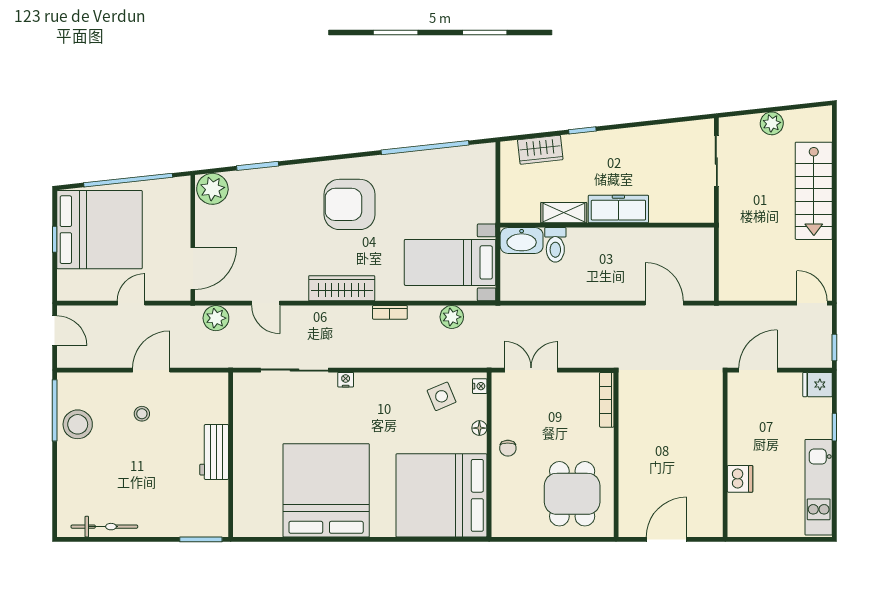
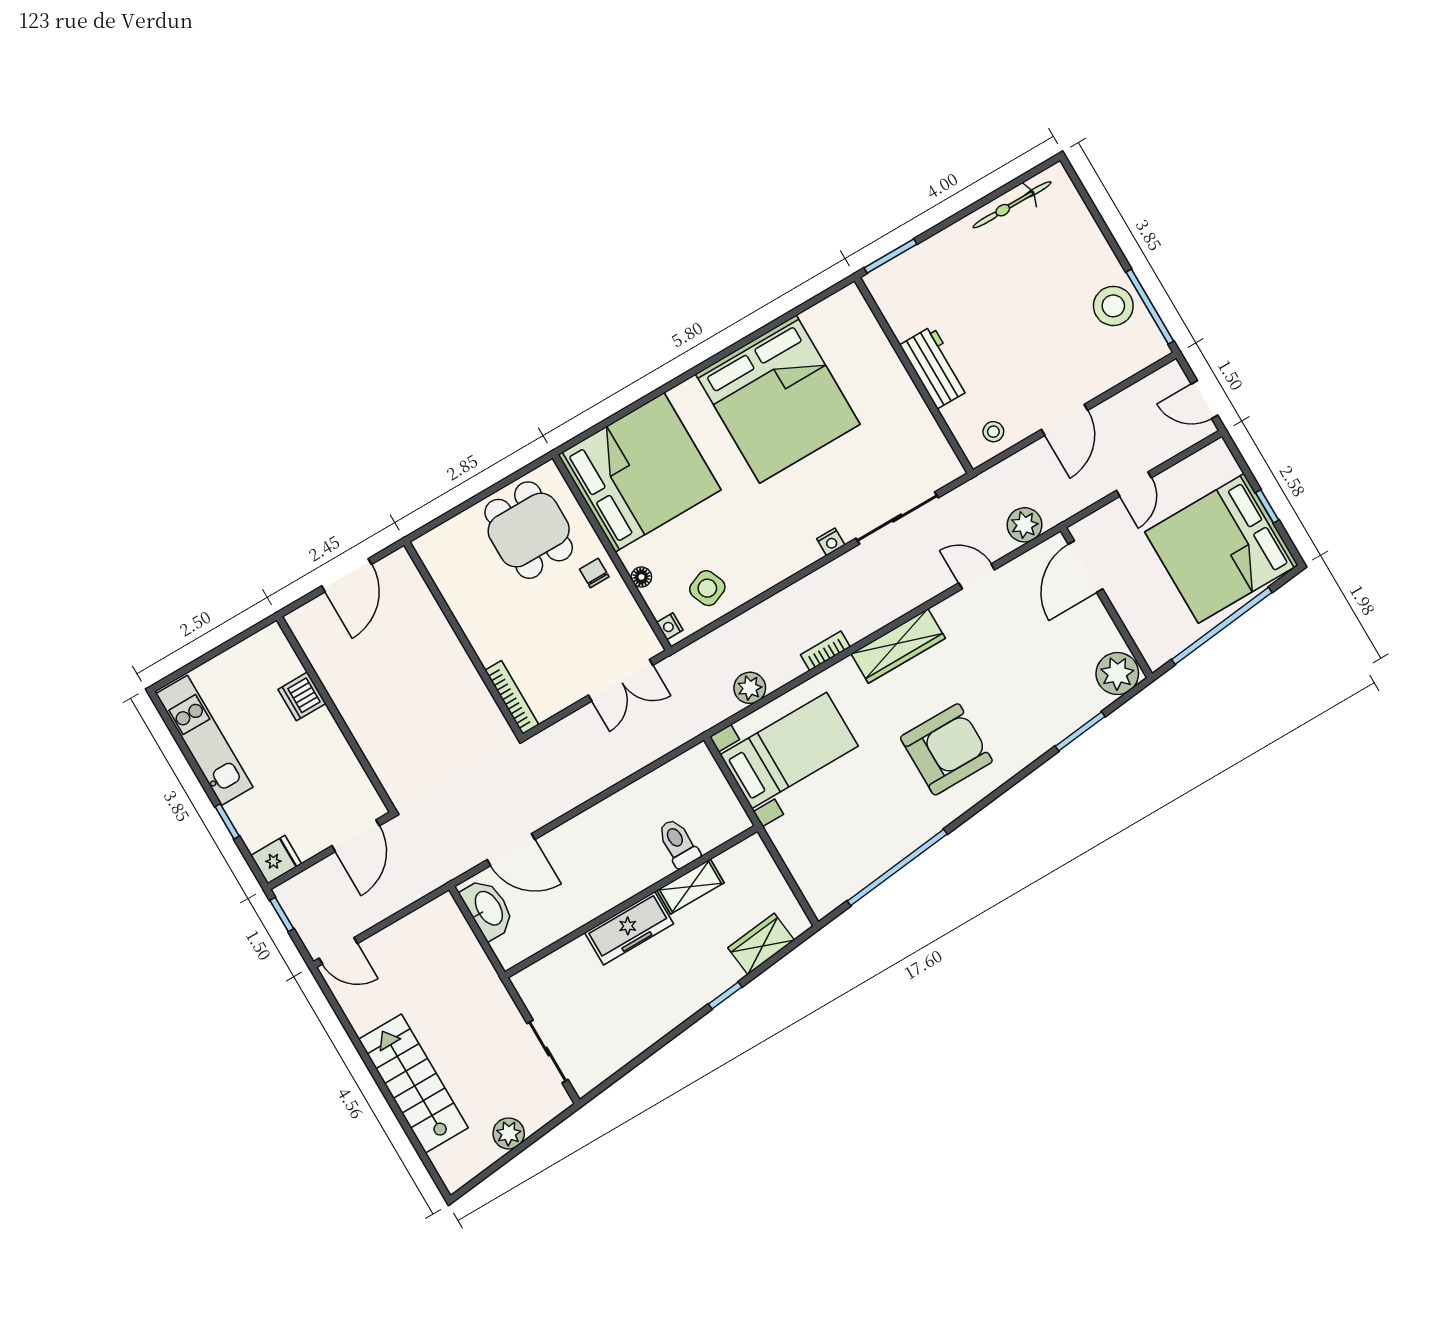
washbasin: (522, 241) -> (488, 909), moved, turned 90
stool: (142, 414) -> (993, 432), moved
dining table: (572, 494) -> (529, 530), moved

